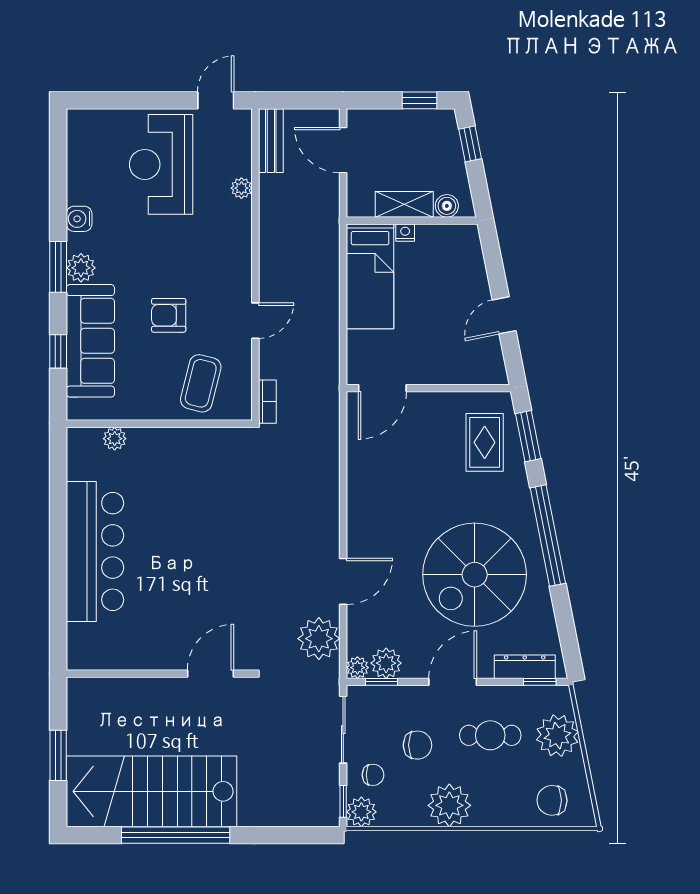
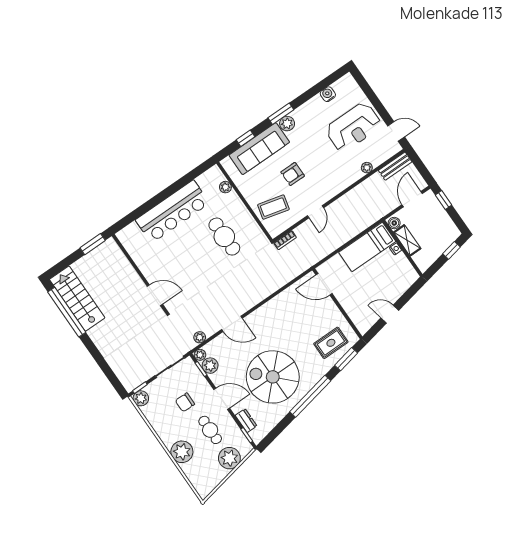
window: (419, 100) -> (443, 200), moved
reception desk: (161, 164) -> (353, 127), turned 180
boiler: (447, 206) -> (394, 223), moved
water cooler: (79, 219) -> (328, 94), moved
armchair: (169, 315) -> (293, 174), turned -90
door: (255, 321) -> (315, 212), hinge flipped
cafe table: (193, 496) -> (224, 237), added
plant: (319, 639) -> (200, 337), width x0.53, depth x0.53
dresser: (525, 667) -> (246, 421), width x0.70
chair: (417, 745) -> (185, 402), turned 91
window: (58, 755) -> (93, 244), moved
chair: (373, 775) -> (160, 392), removed
stairs: (152, 791) -> (77, 299), width x0.73, depth x0.66
chair: (552, 800) -> (201, 475), removed
plant: (449, 805) -> (182, 452), moved
window: (176, 835) -> (67, 312), moved

